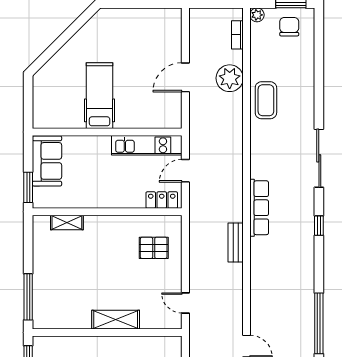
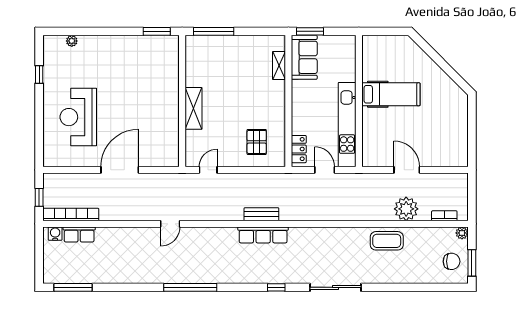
kitchen unit: (147, 145) -> (347, 125), width x1.36
sofa: (47, 161) -> (304, 57), moved, turned -90
row of seats: (259, 208) -> (263, 235), moved

